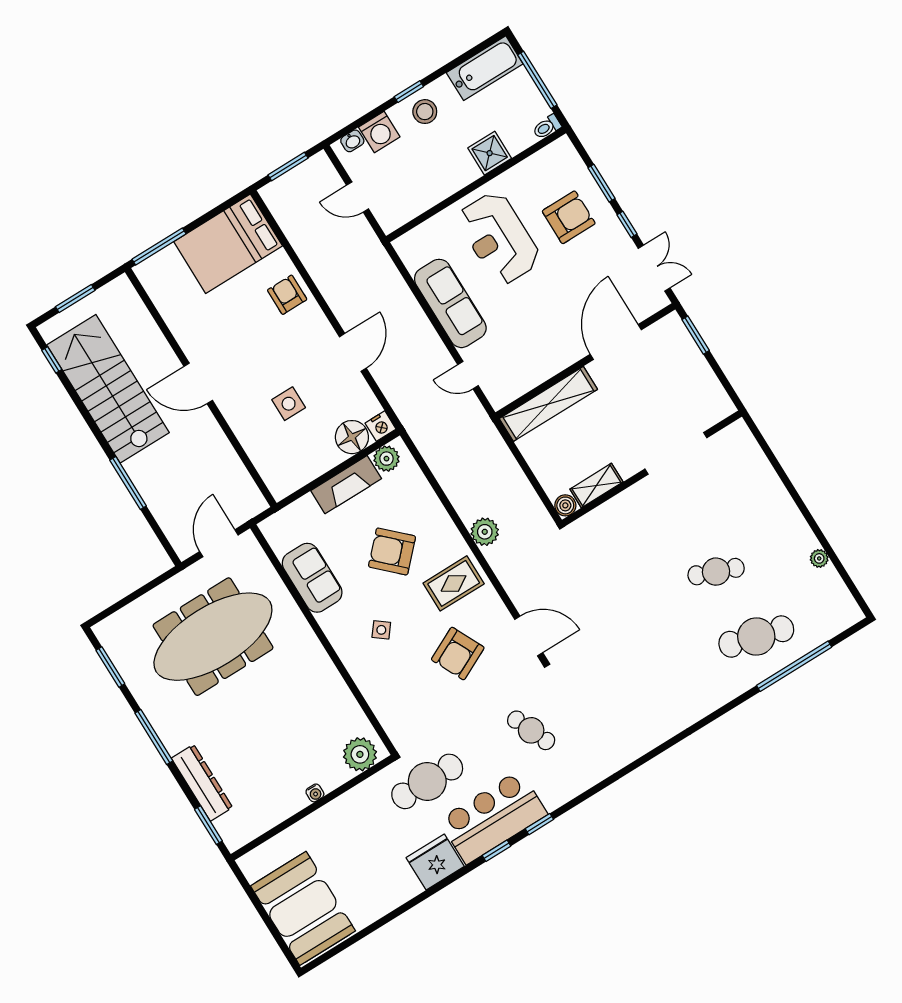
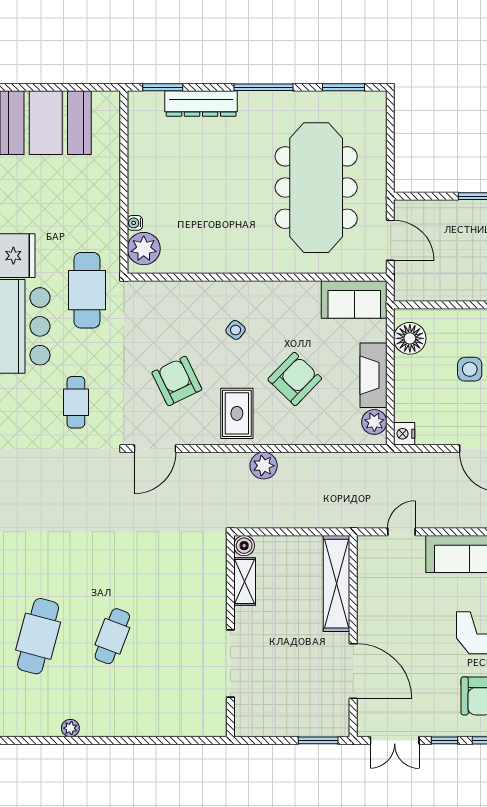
floor lamp: (352, 437) -> (410, 338), moved
sofa: (312, 578) -> (354, 300), moved
cafe table: (531, 730) -> (76, 402), turned -67
water cooler: (315, 793) -> (135, 223), moved

